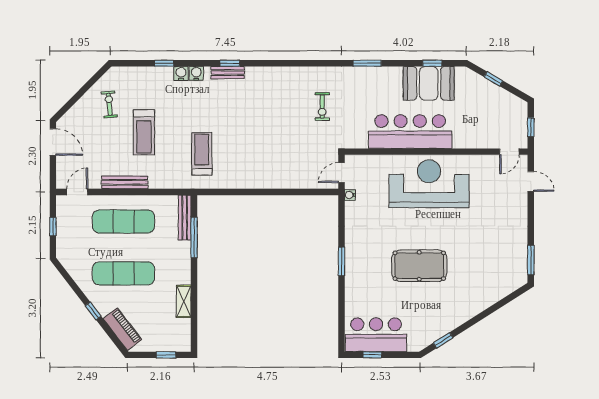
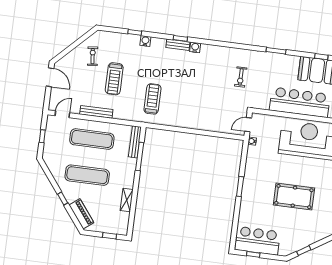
water cooler: (196, 73) -> (195, 47), moved

